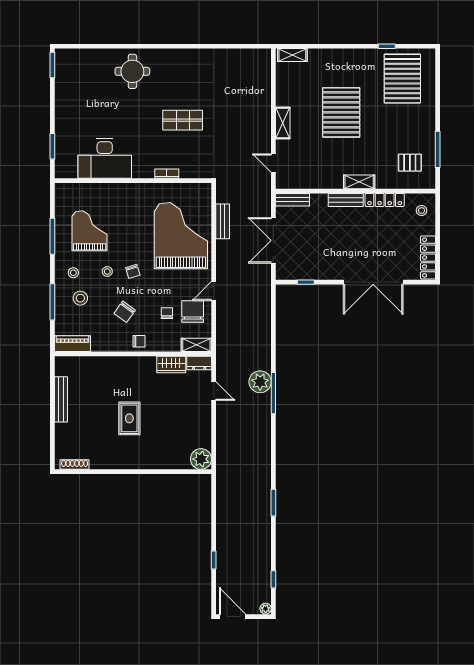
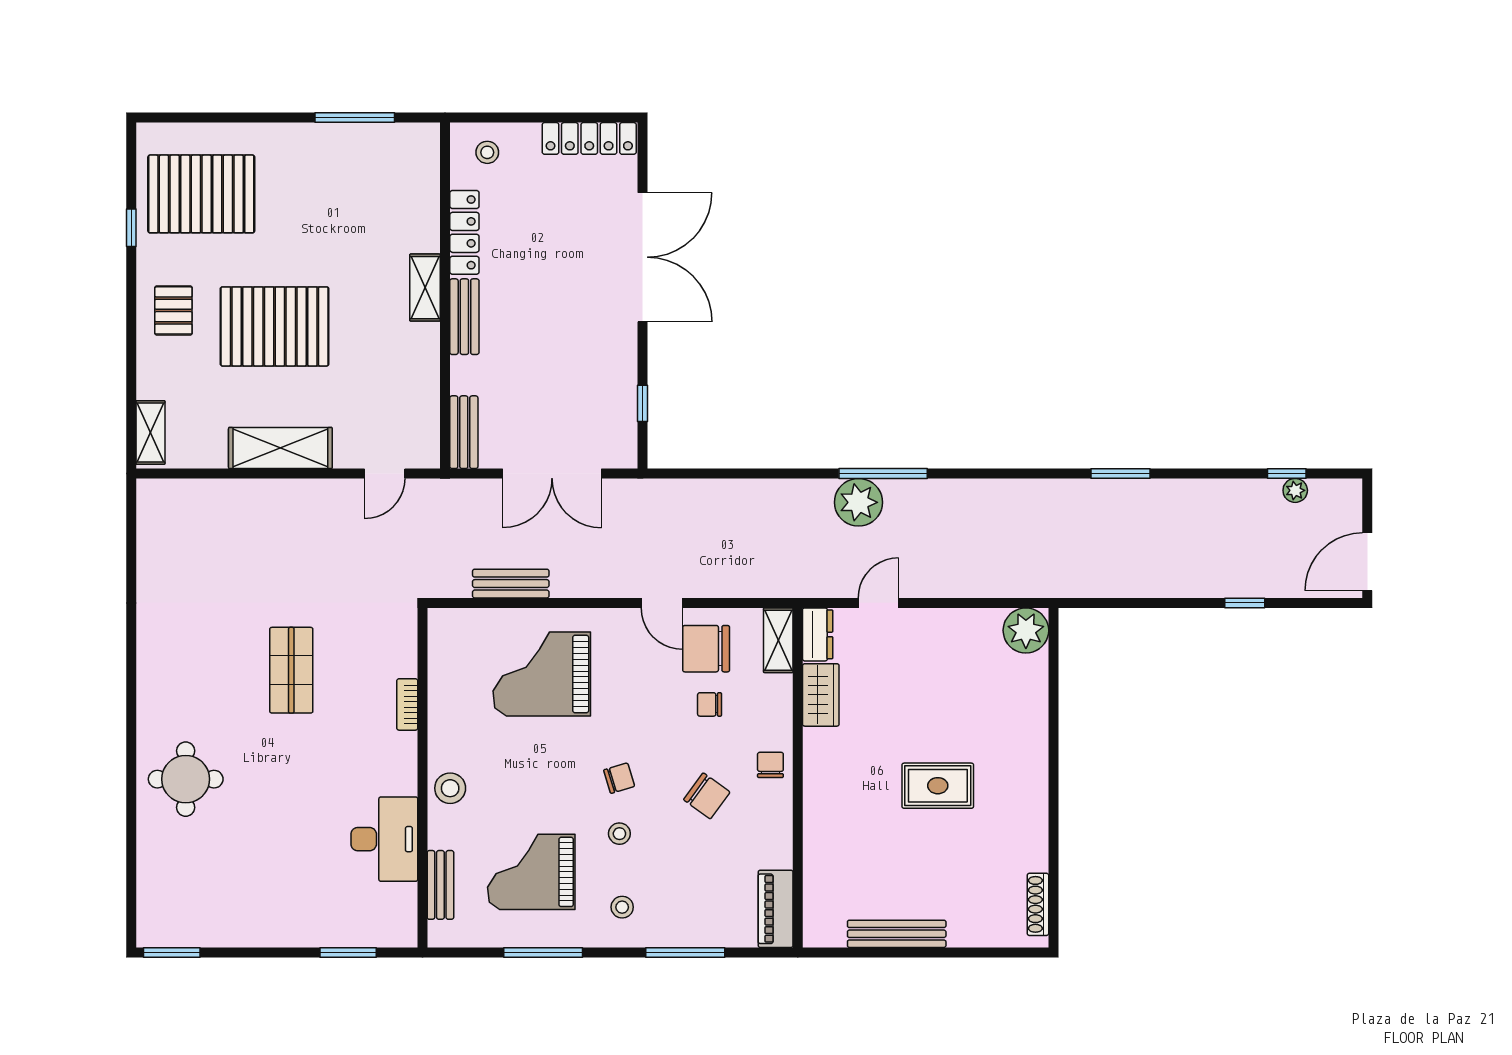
shelving: (283, 123) -> (280, 448), width x1.50, depth x1.33
desk: (105, 158) -> (384, 839), width x0.73, depth x0.77
pallet: (410, 163) -> (173, 310), moved
bench: (84, 189) -> (440, 885), added
grand piano: (181, 236) -> (542, 674), width x0.73, depth x0.68
stool: (80, 298) -> (450, 788), moved
plant: (266, 609) -> (1295, 490), moved

